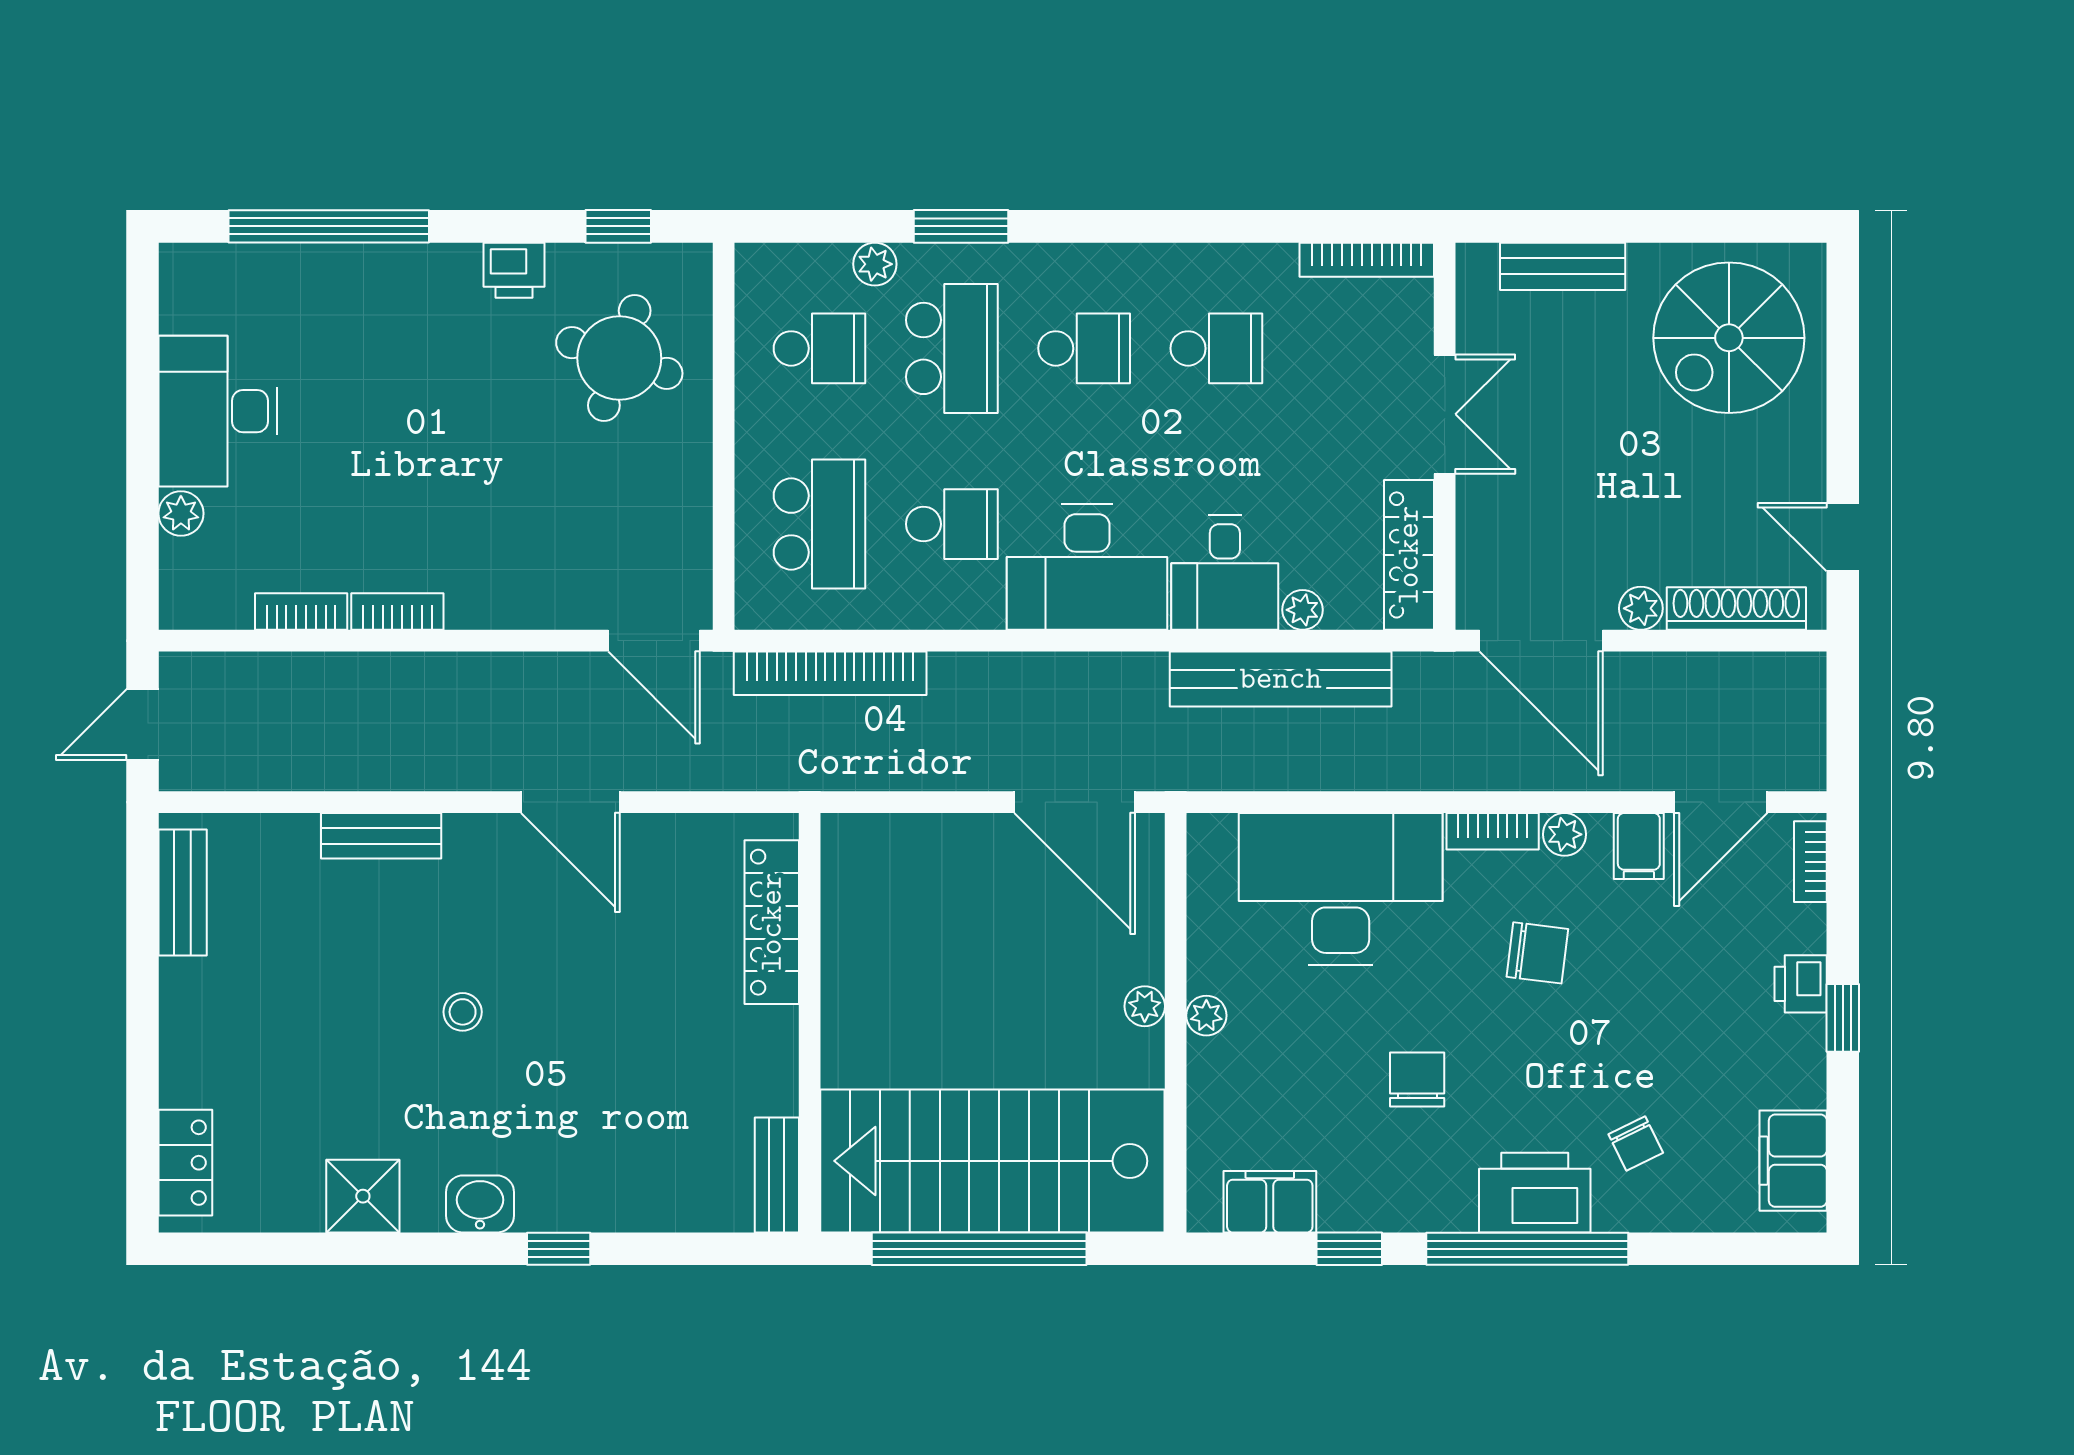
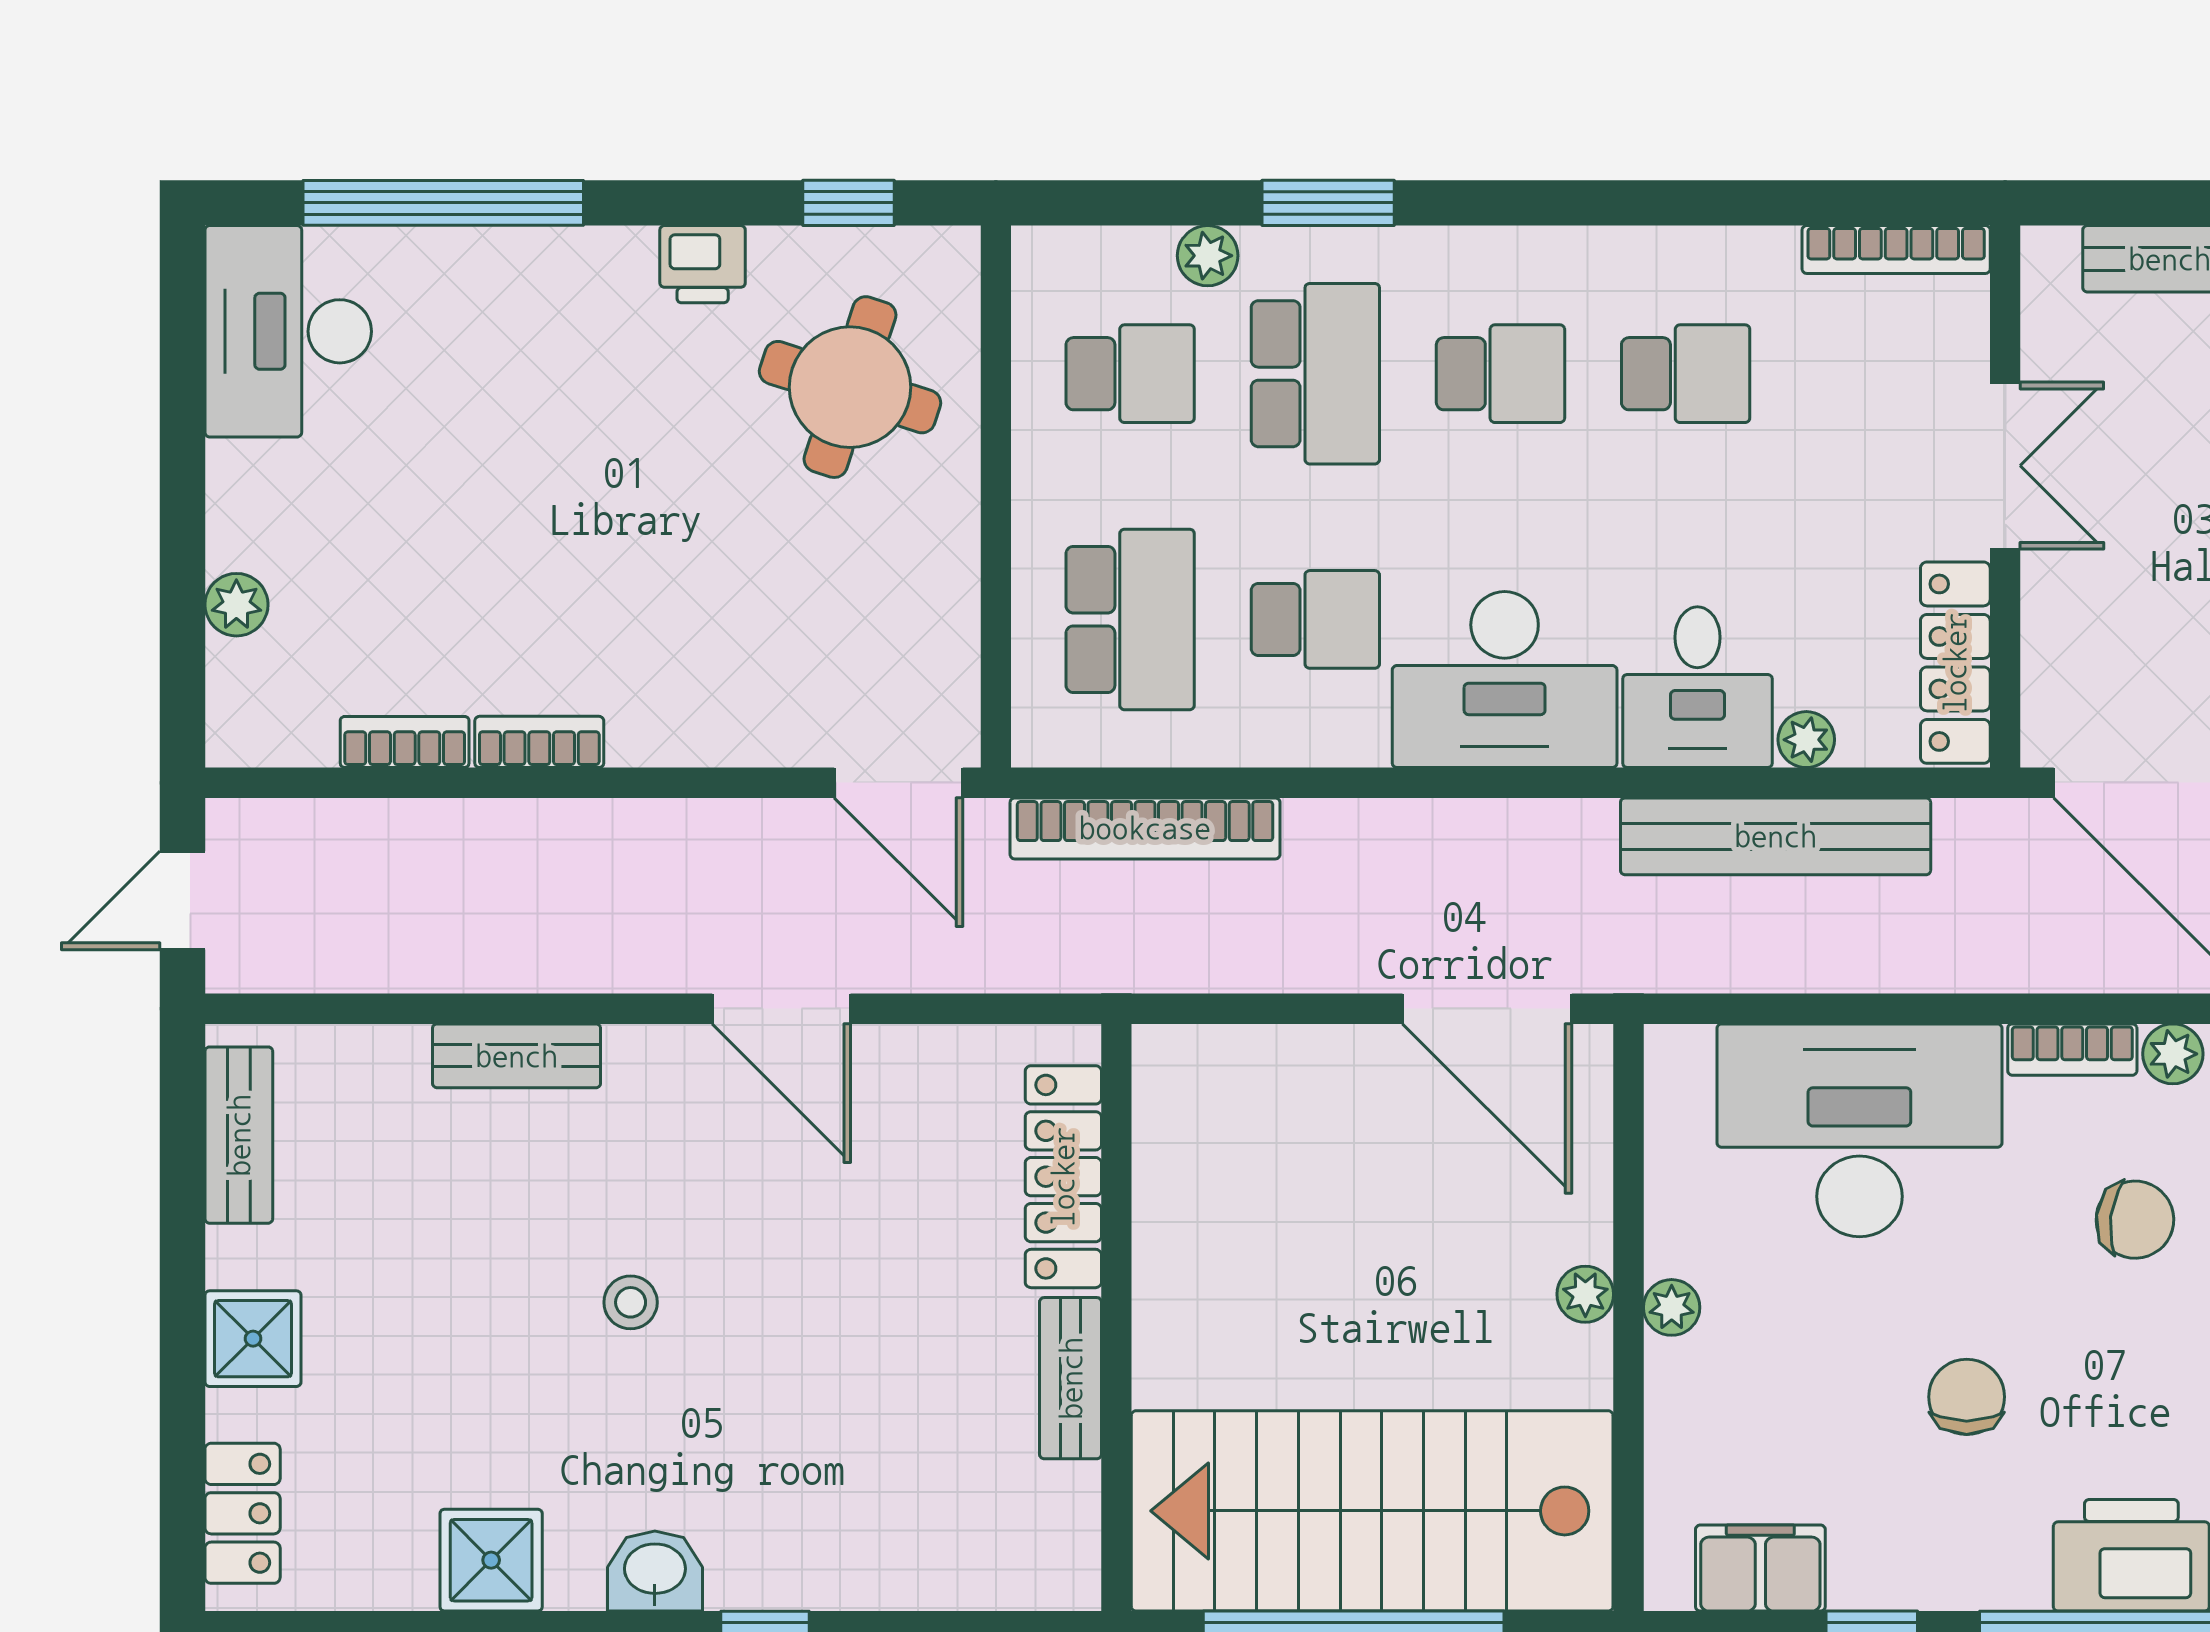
desk: (218, 411) -> (288, 331), moved
shower: (193, 1038) -> (253, 1339), added
bench: (777, 1175) -> (1071, 1378), moved

